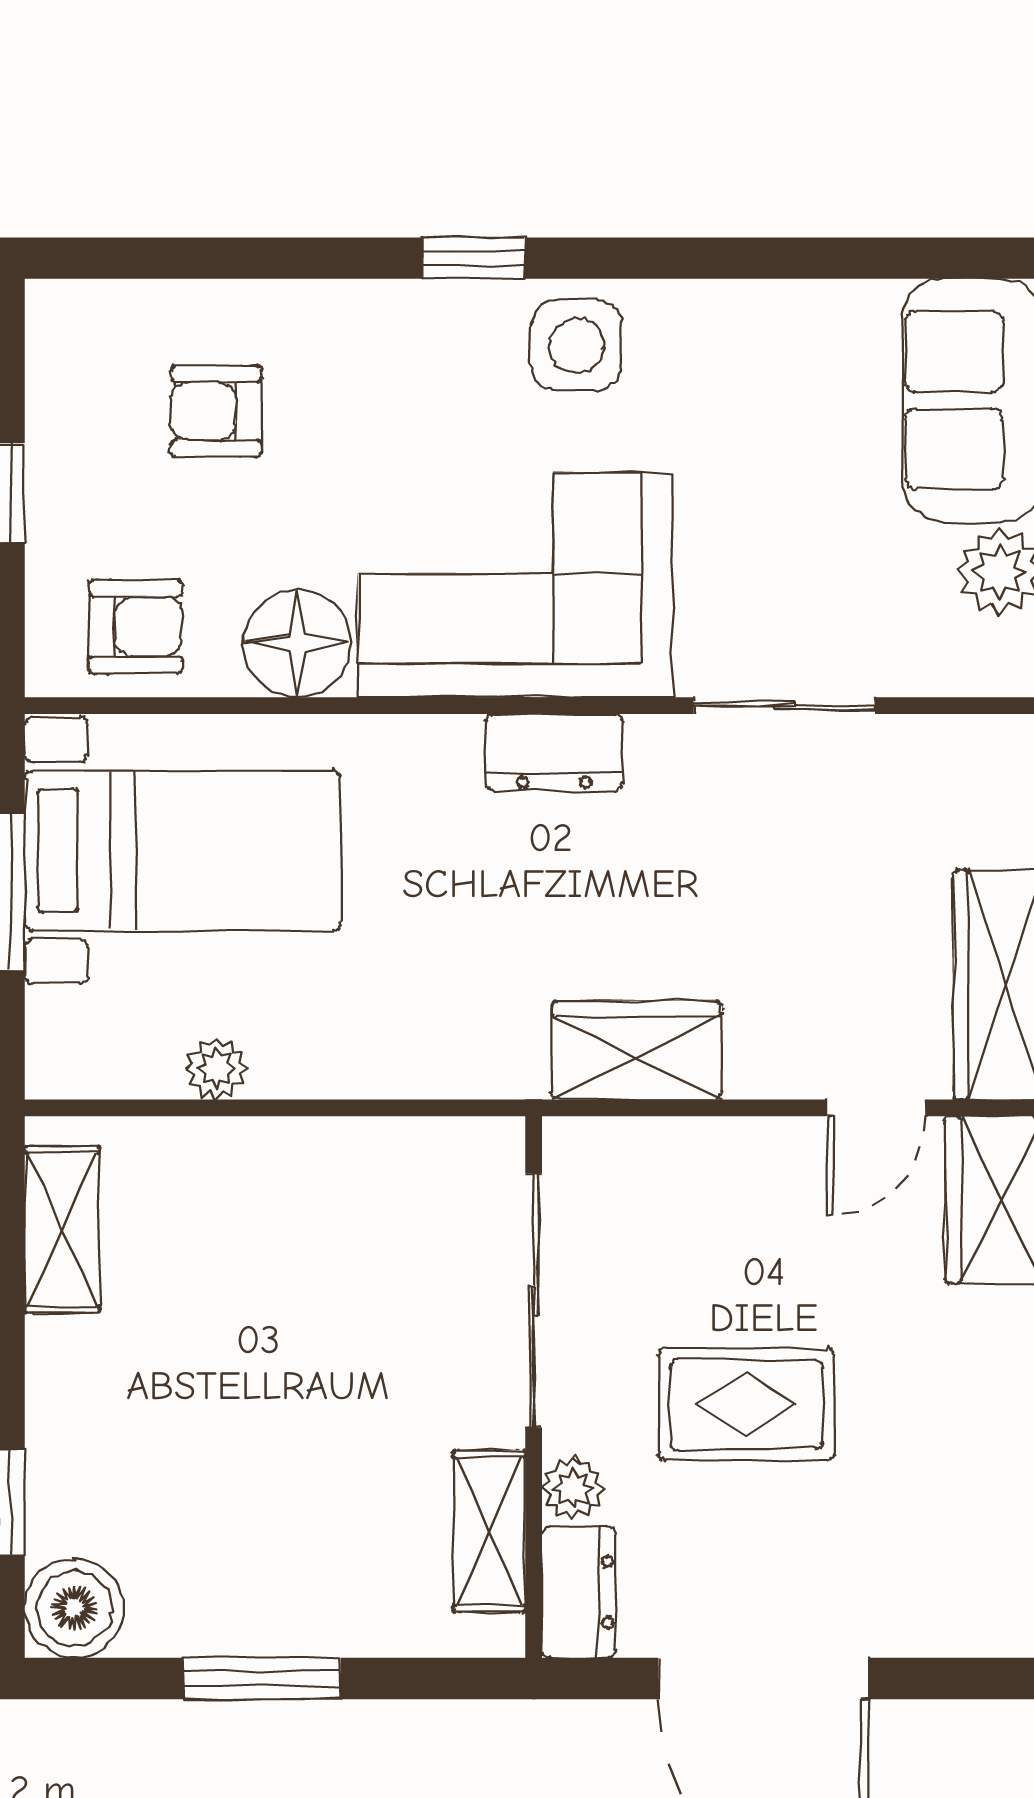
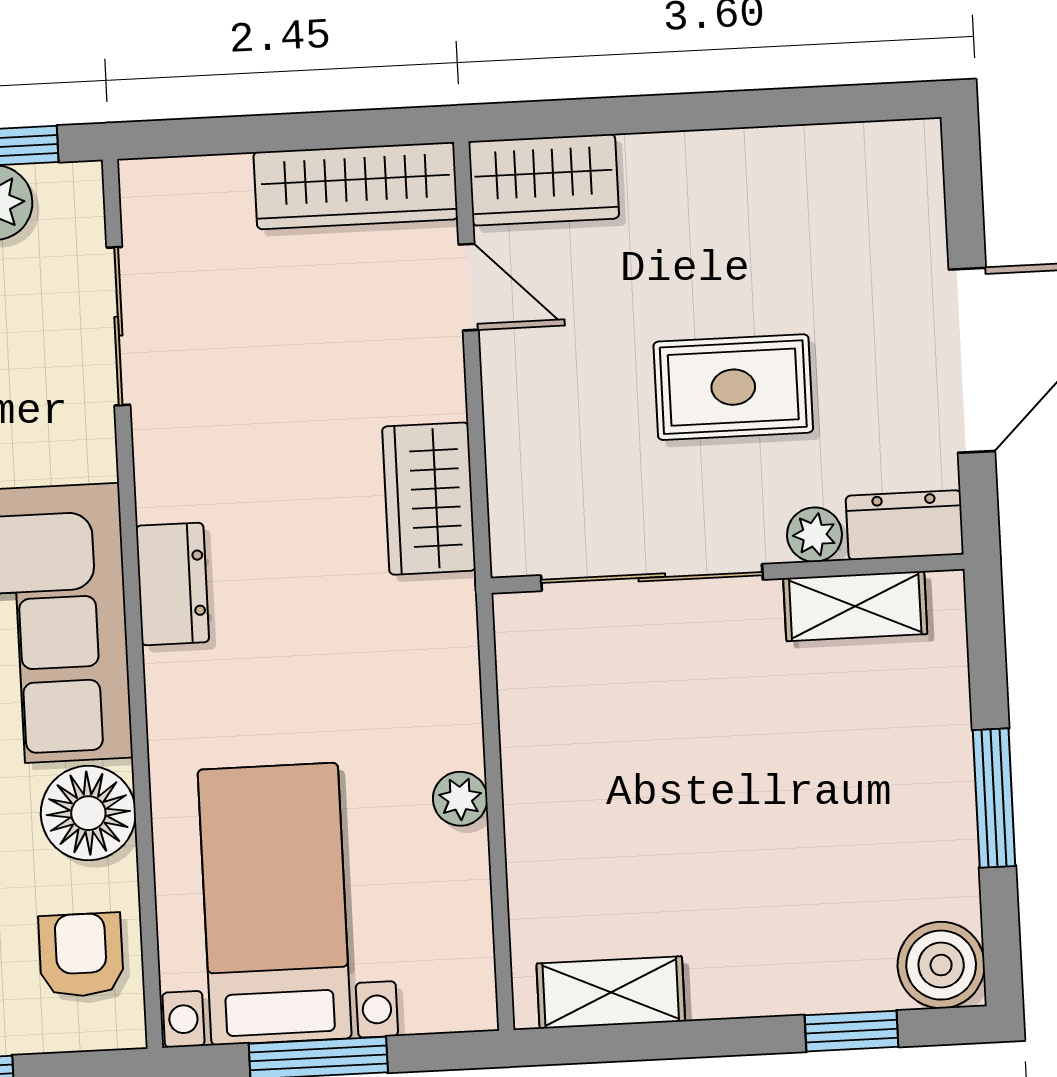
sliding door: (784, 706) -> (118, 326), moved
plant: (217, 1069) -> (460, 799), moved
rug: (746, 1404) -> (733, 387), turned 90

